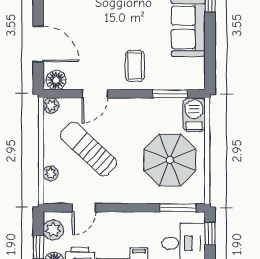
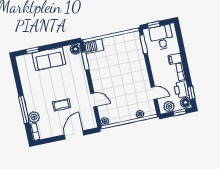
coffee table: (135, 66) -> (61, 105), moved
floor lamp: (56, 80) -> (76, 49), moved
sun lounger: (88, 149) -> (123, 97), removed
parasol: (170, 160) -> (120, 54), removed

